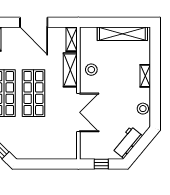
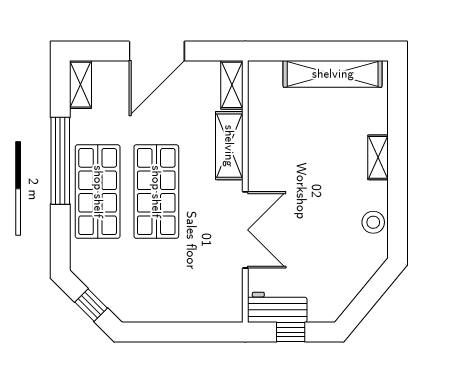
door: (34, 22) -> (157, 51), hinge flipped
stool: (91, 70) -> (271, 145), removed
workbench: (127, 142) -> (277, 307), moved, turned 50

